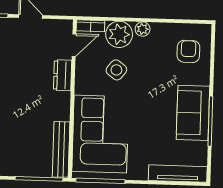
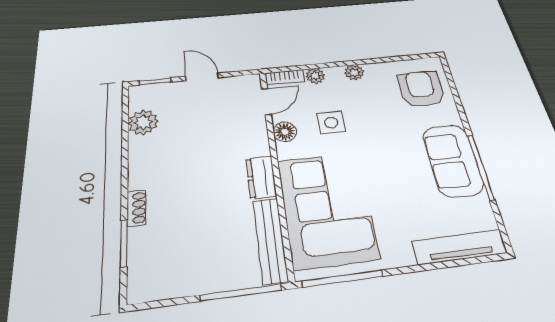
plant: (119, 34) -> (315, 76), width x0.53, depth x0.53
armchair: (188, 51) -> (421, 89), width x1.38, depth x1.38
side table: (116, 70) -> (331, 123), turned -38
floor lamp: (83, 72) -> (285, 132), added
dresser: (63, 75) -> (261, 177), moved

